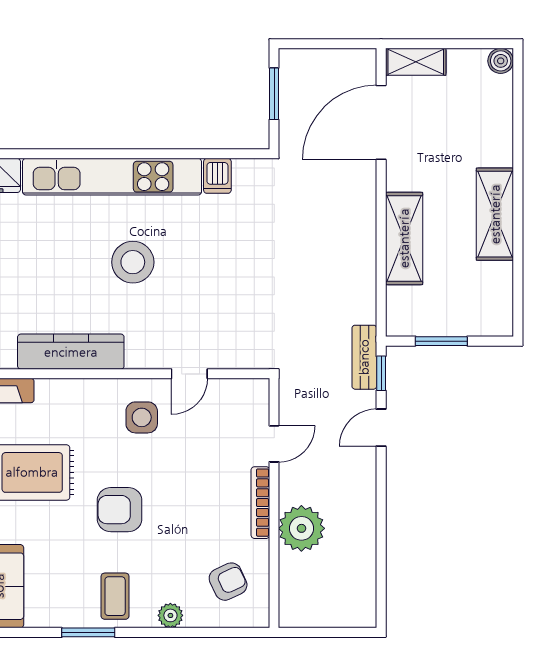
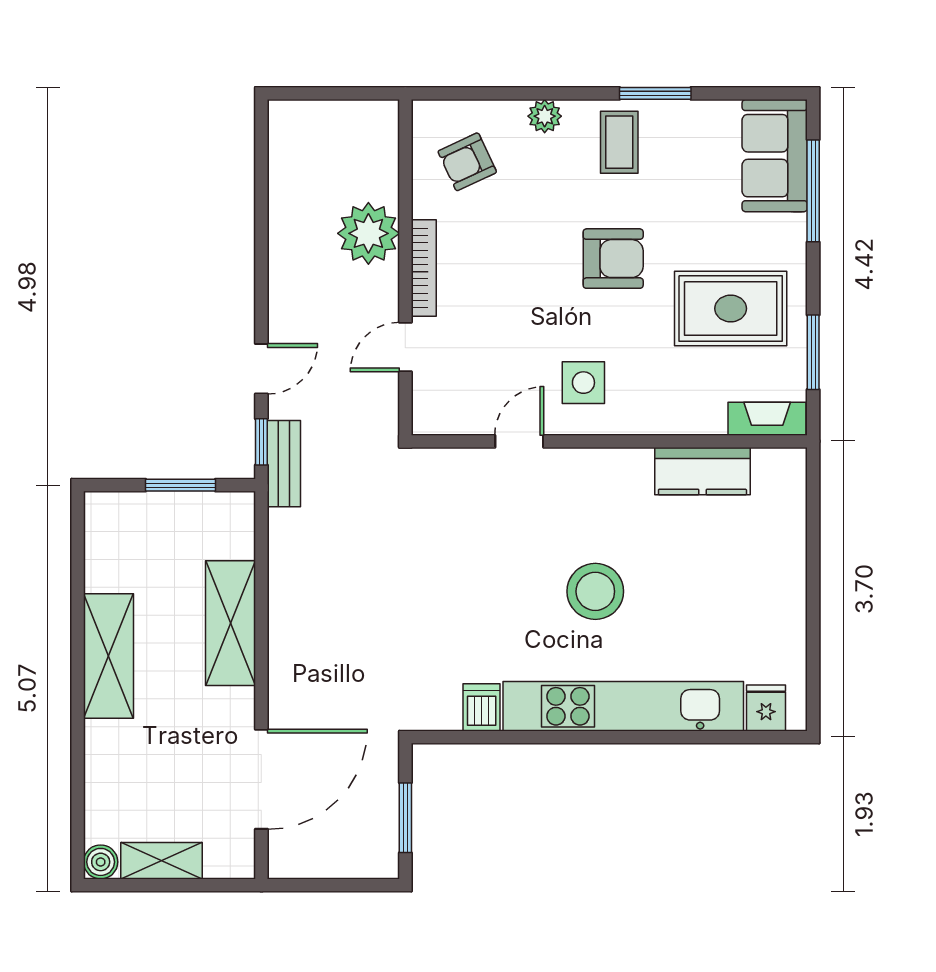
shelving: (416, 62) -> (162, 861), moved
kitchen counter: (71, 352) -> (702, 471), width x0.67

